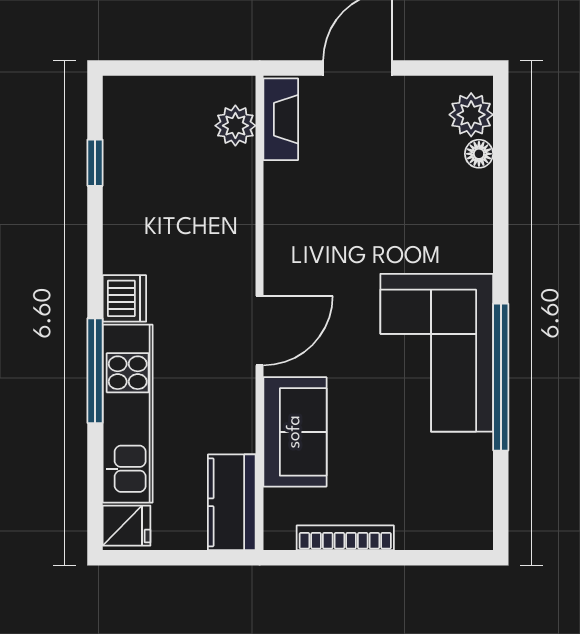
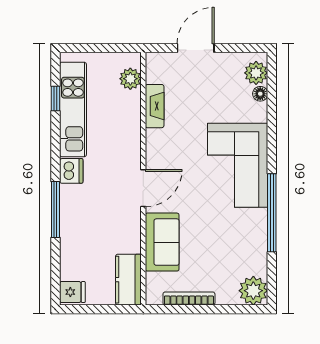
fireplace: (281, 119) -> (155, 106), moved
corner sofa: (437, 353) -> (238, 165), moved
kitchen unit: (128, 414) -> (73, 109), moved
plant: (466, 523) -> (253, 291), added

